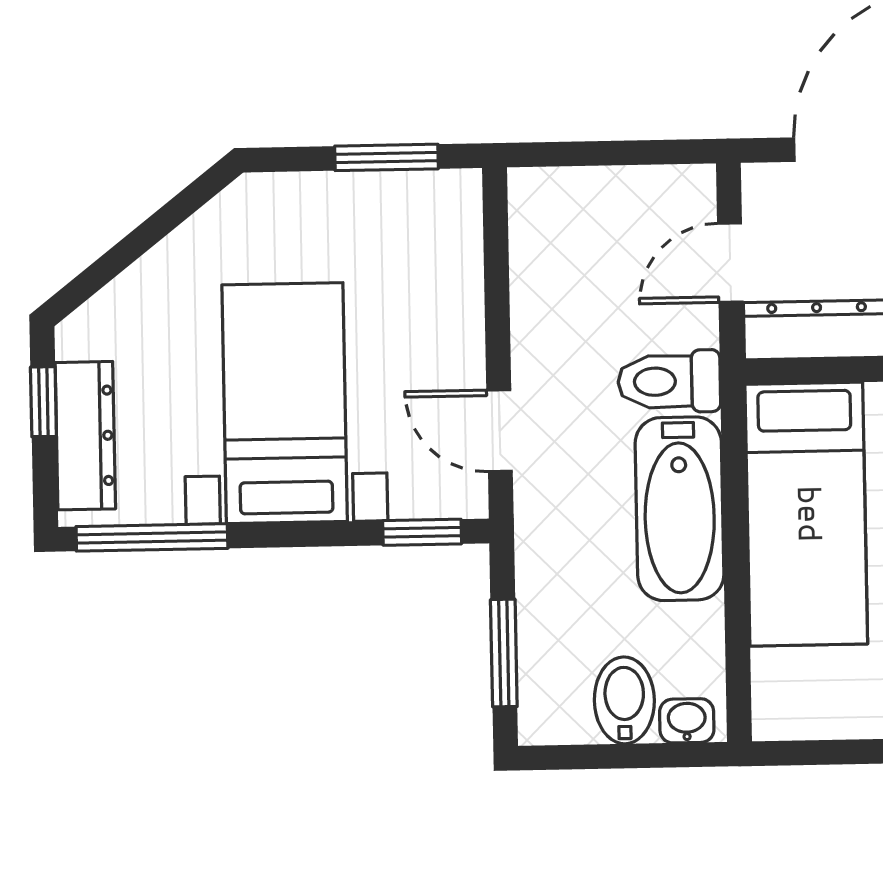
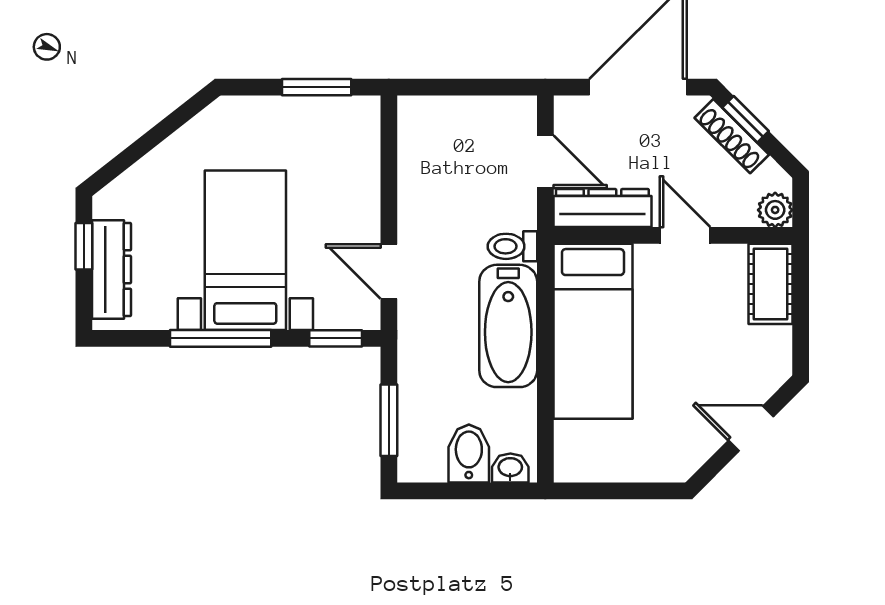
door: (730, 263) -> (545, 162), swing flipped
toilet: (669, 381) -> (512, 246), width x0.73, depth x0.72
window: (152, 537) -> (221, 338), moved

